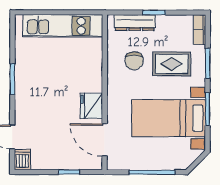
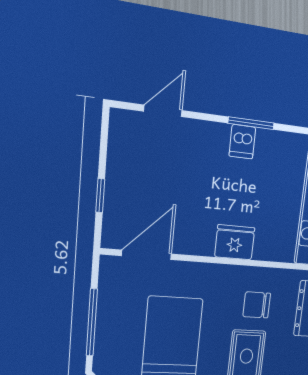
fridge: (91, 106) -> (235, 242), moved
dishwasher: (22, 160) -> (242, 142), moved, turned 90

